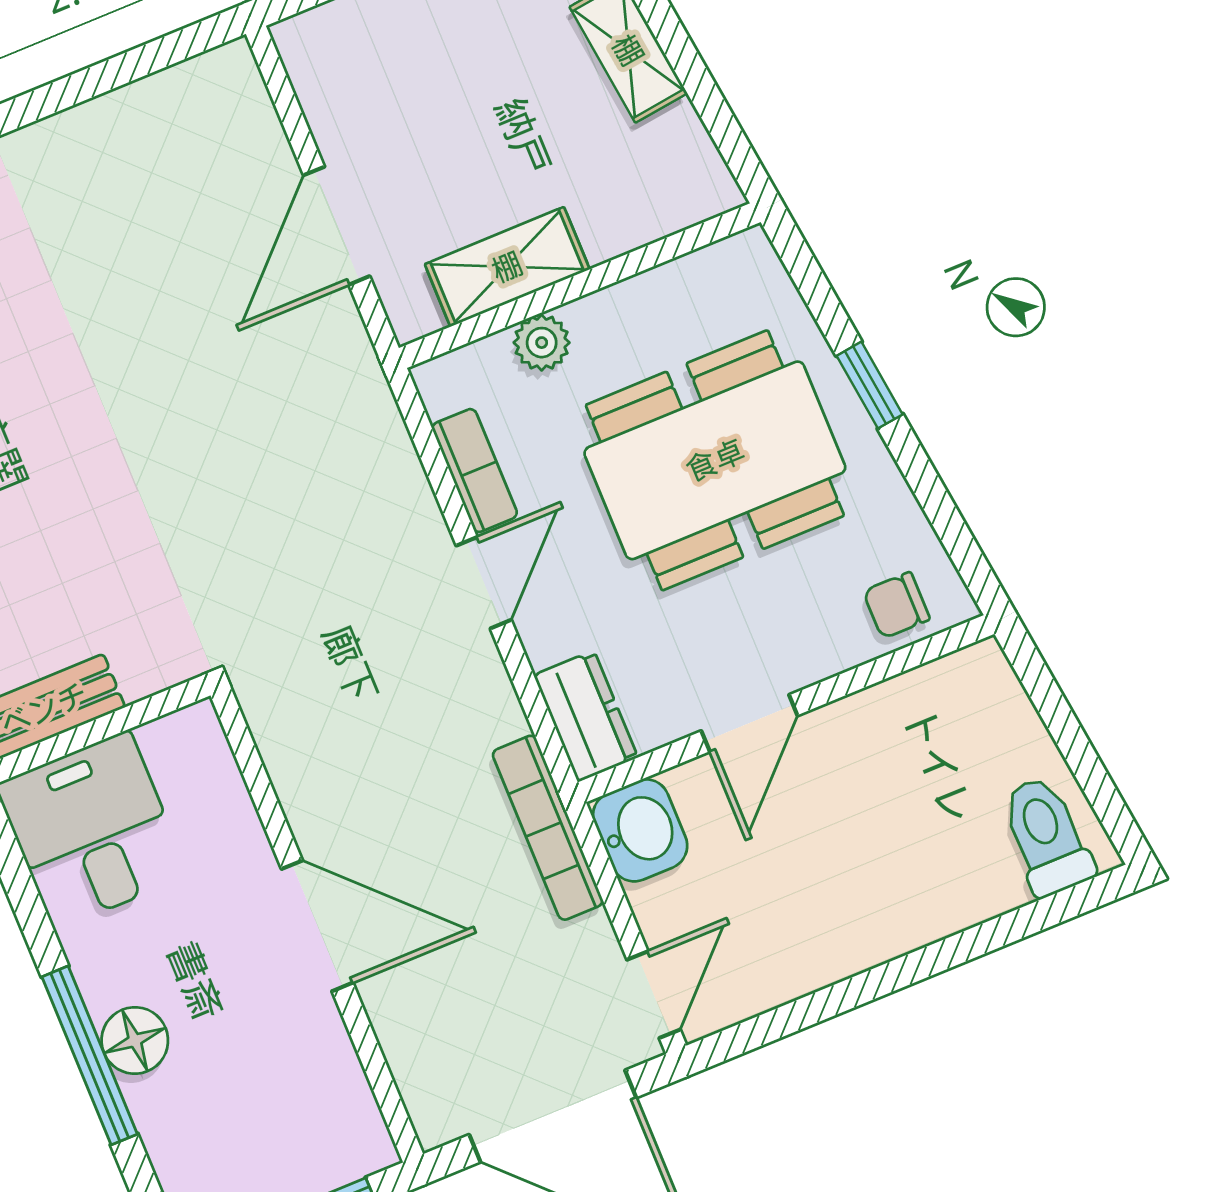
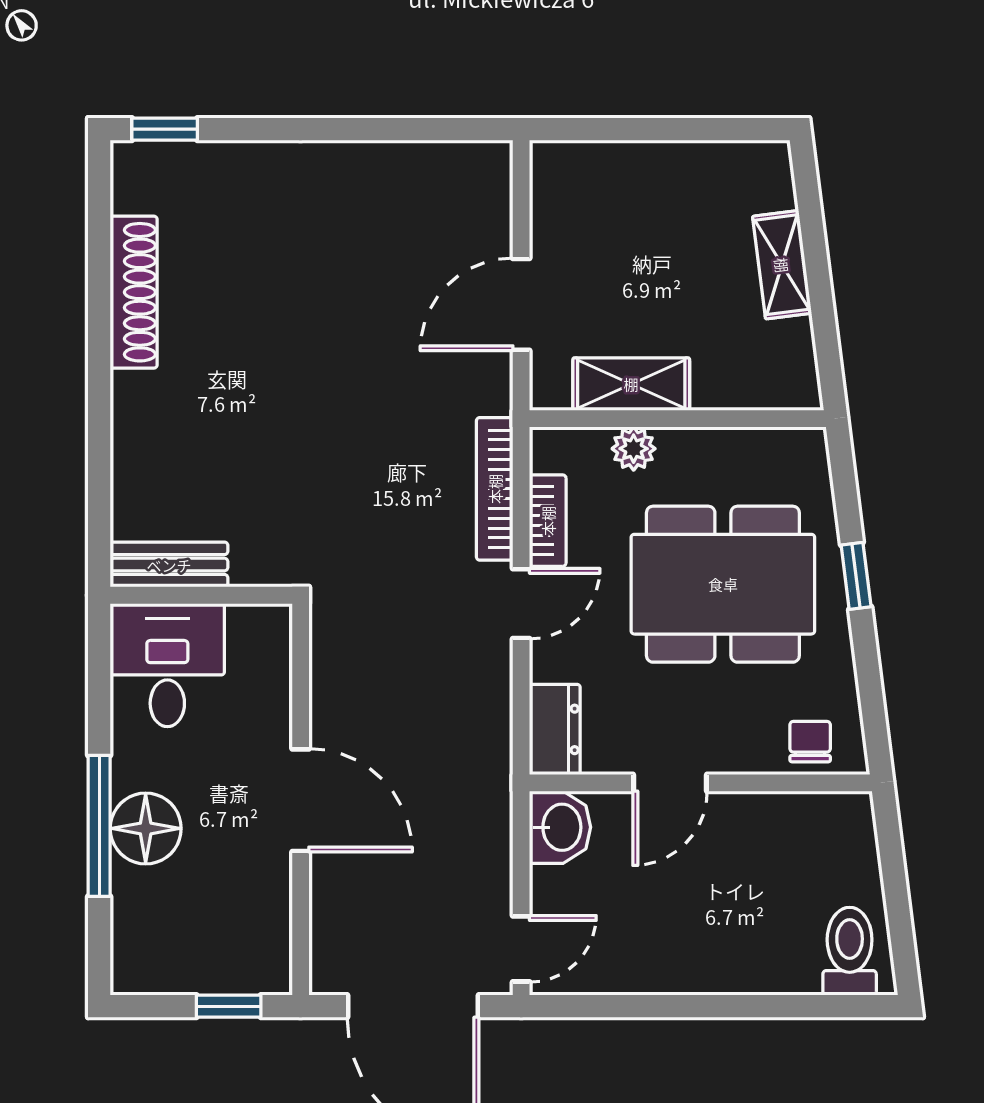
chair: (896, 605) -> (810, 742), turned 90
bookcase: (548, 828) -> (495, 489), moved
floor lamp: (135, 1040) -> (146, 828), width x1.38, depth x1.38

